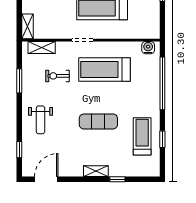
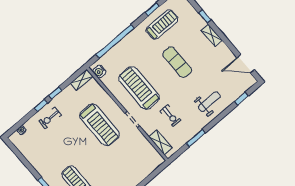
shelving: (28, 26) -> (82, 80), moved
treadmill: (105, 70) -> (139, 88), turned 180
treadmill: (142, 136) -> (162, 25), turned 180

